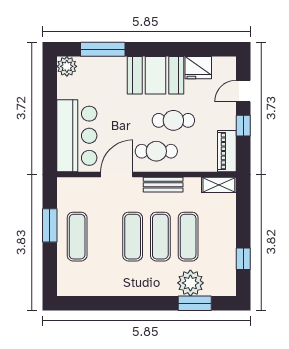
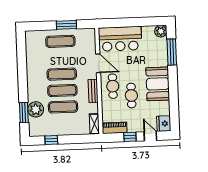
fridge: (198, 68) -> (164, 124), moved

